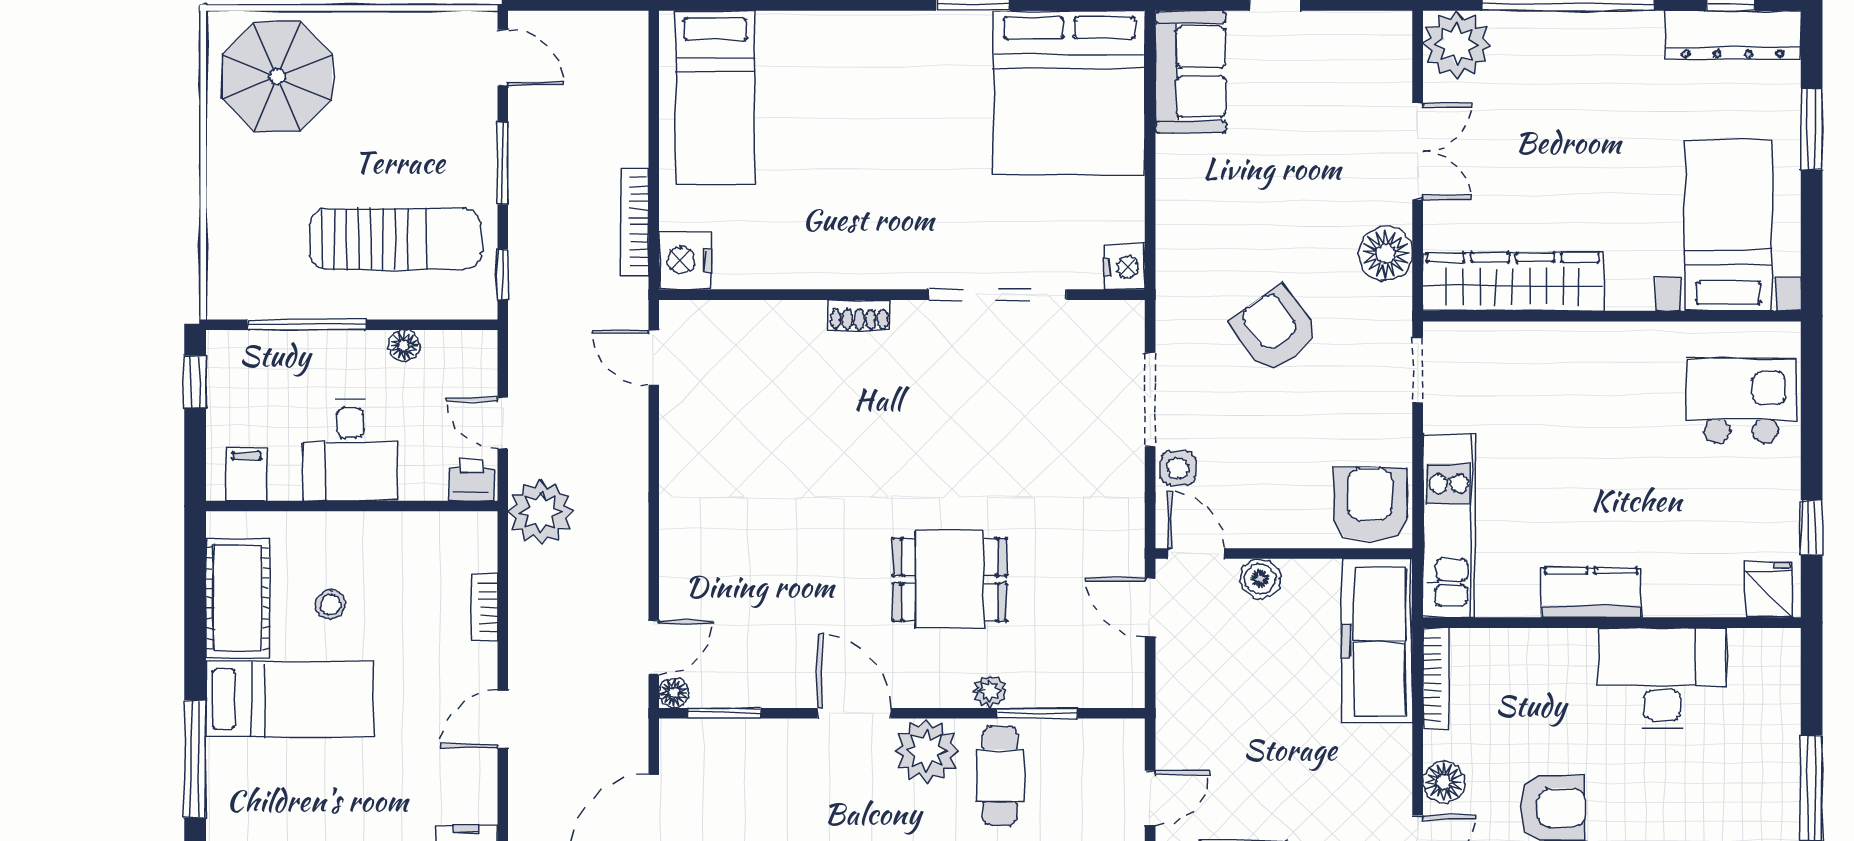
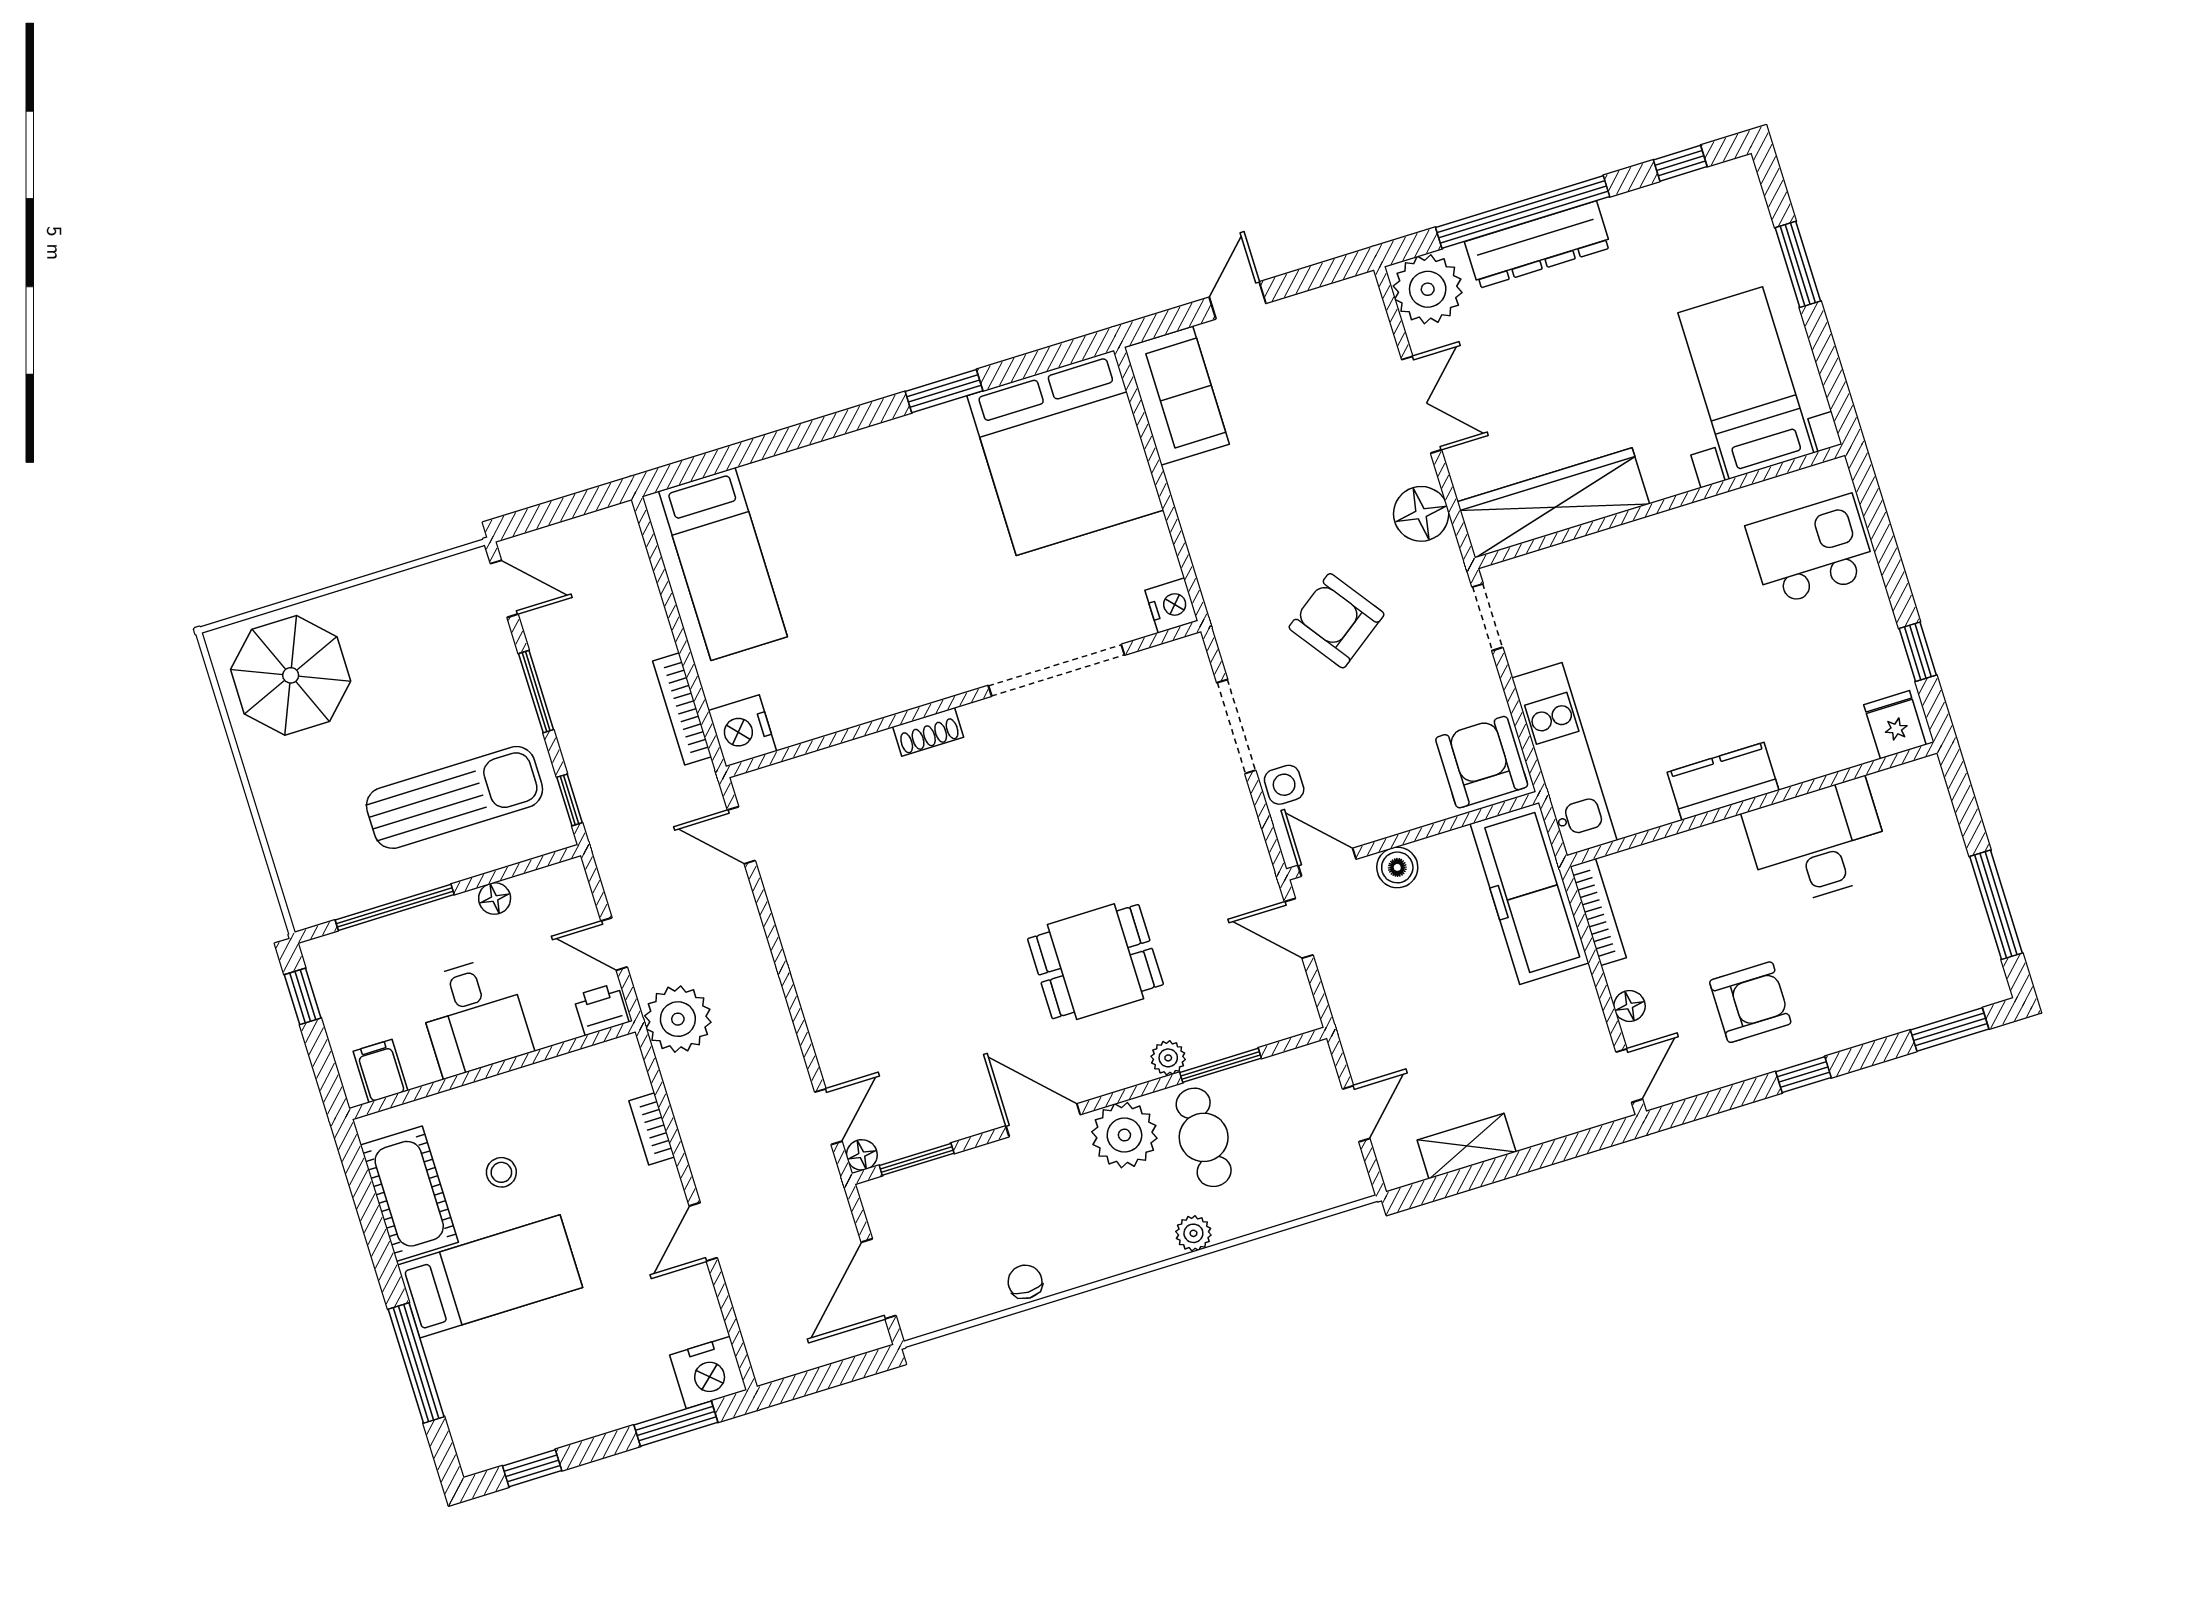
dresser: (1733, 35) -> (1538, 245), moved
floor lamp: (1444, 782) -> (1630, 1006), width x0.73, depth x0.73

